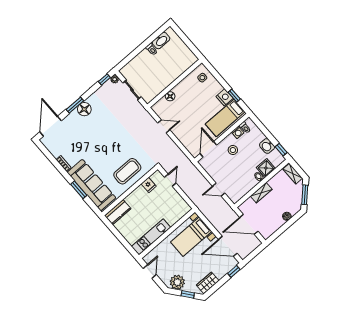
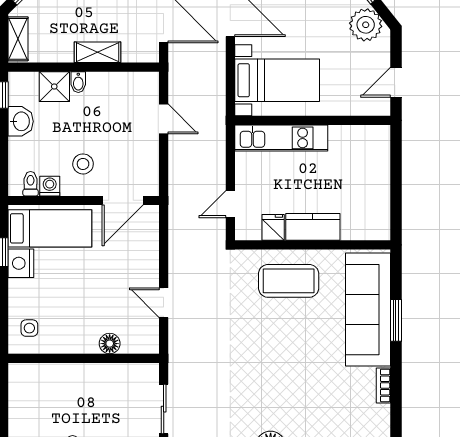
kitchen counter: (118, 212) -> (313, 227), moved
kitchen unit: (151, 237) -> (281, 138), moved

